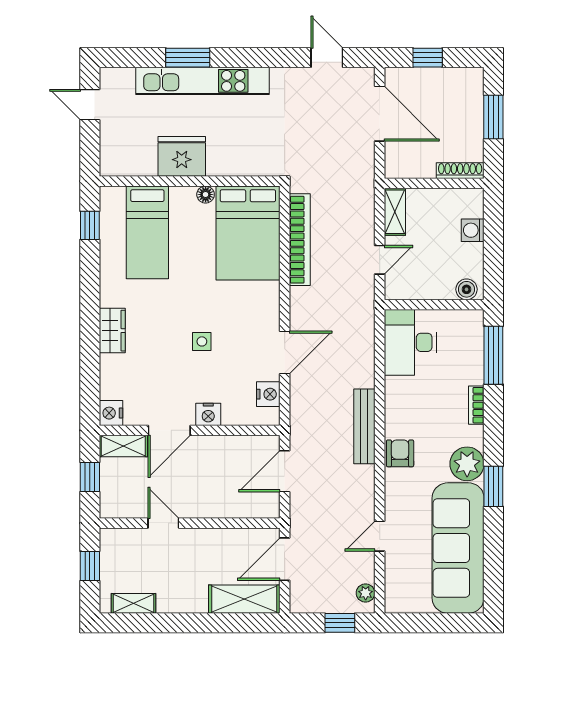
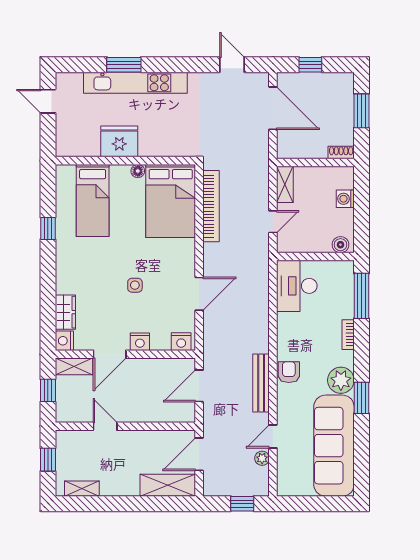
shoe rack: (460, 171) -> (341, 152), width x0.70
window: (90, 225) -> (48, 228), moved
wardrobe: (112, 331) -> (65, 312), moved
nightstand: (268, 394) -> (181, 342), moved, turned 90
bench: (364, 426) -> (261, 383), moved
plant: (366, 593) -> (262, 458), moved

